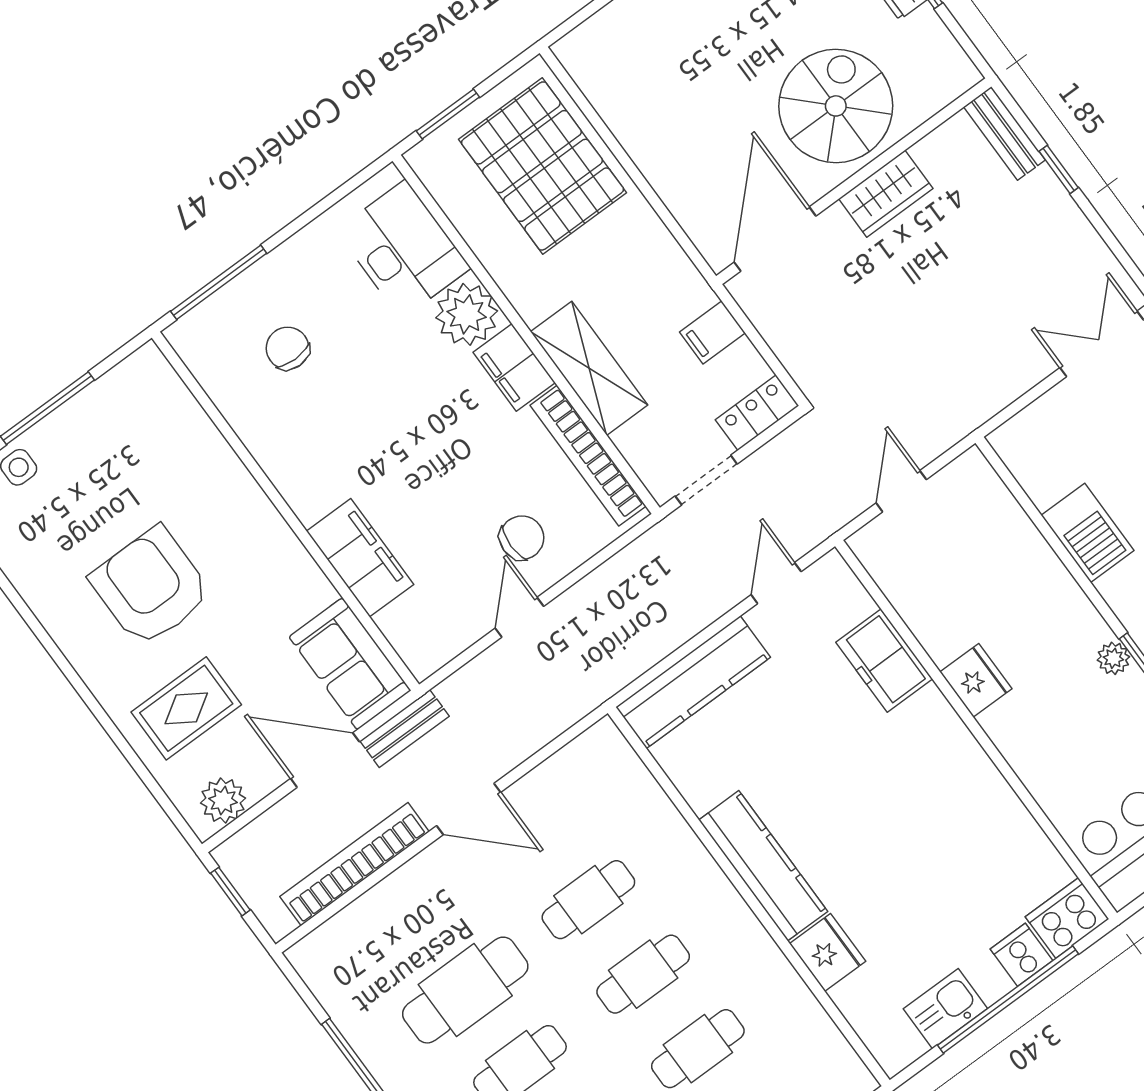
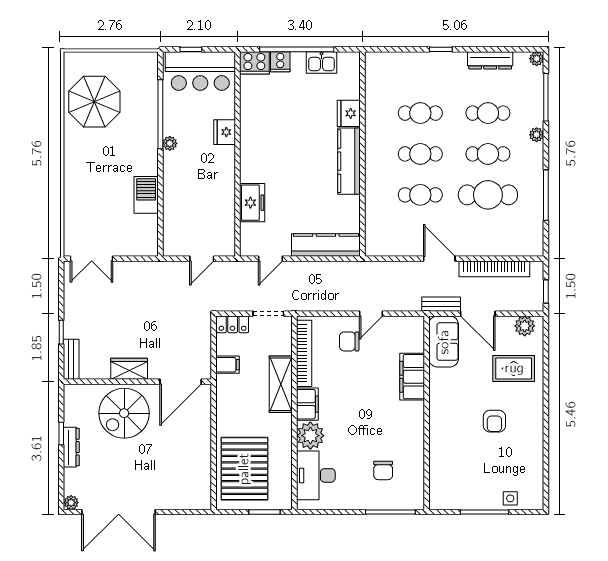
armchair: (151, 587) -> (494, 421), width x0.53, depth x0.53
fridge: (976, 680) -> (225, 132), moved

